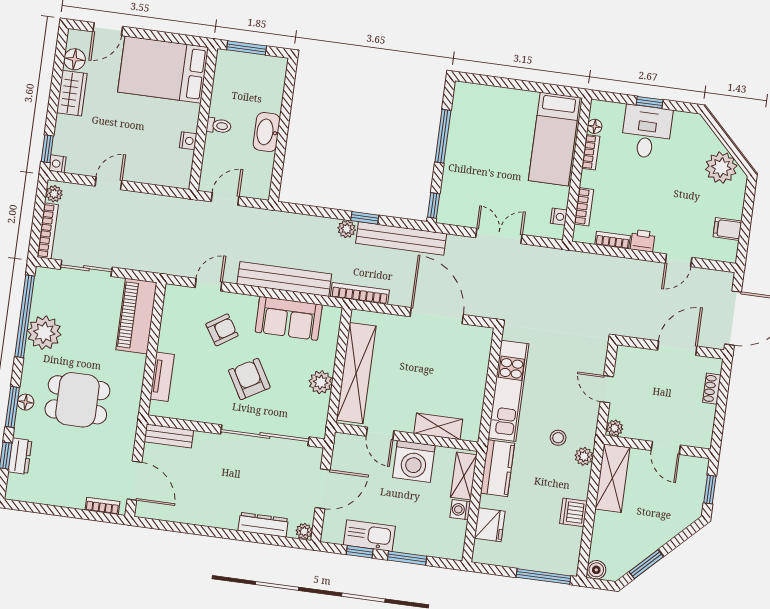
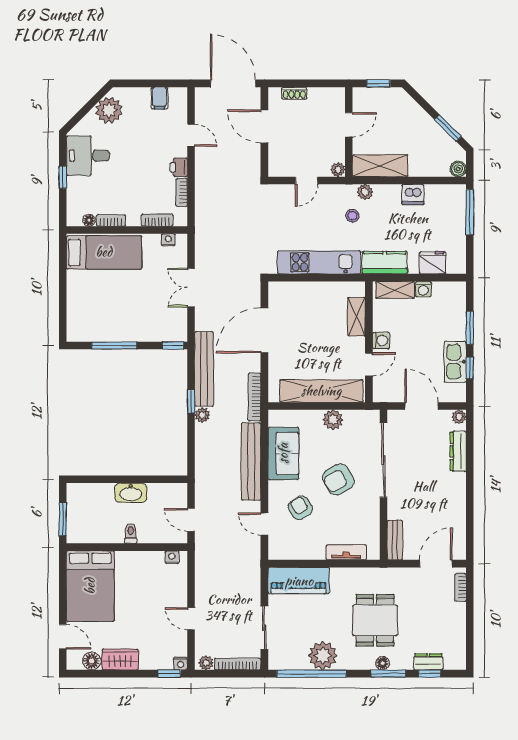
desk: (647, 132) -> (88, 156), moved
nightstand: (188, 141) -> (172, 557), moved
washing machine: (414, 461) -> (381, 340), width x0.53, depth x0.53

